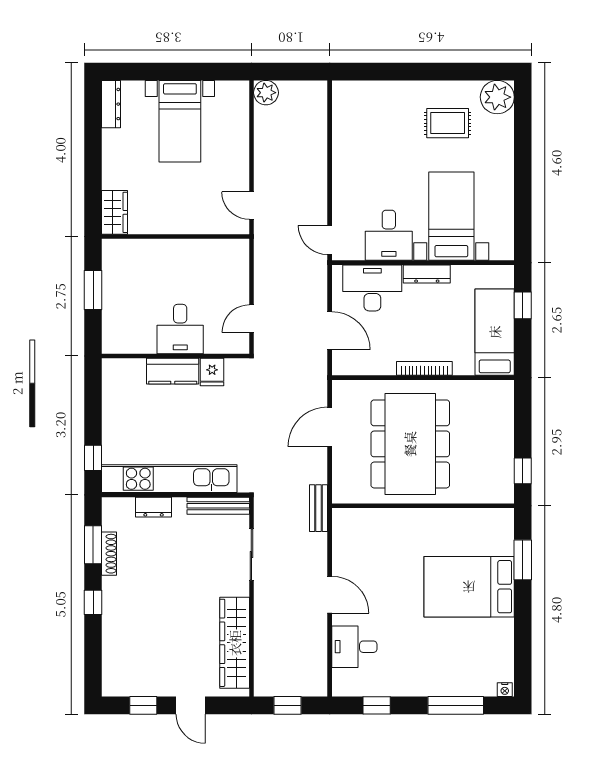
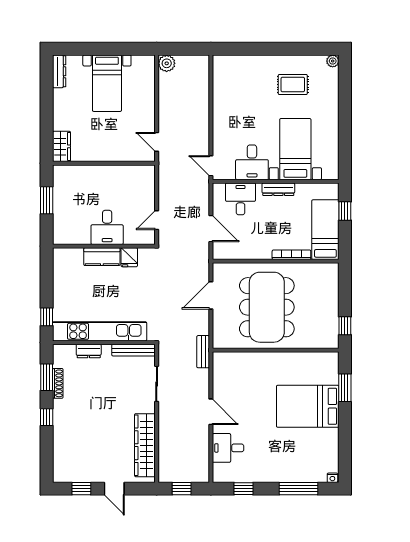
plant: (497, 97) -> (333, 61), width x0.53, depth x0.53
desk: (372, 288) -> (240, 199), width x0.73
bookcase: (424, 368) -> (291, 255), moved

